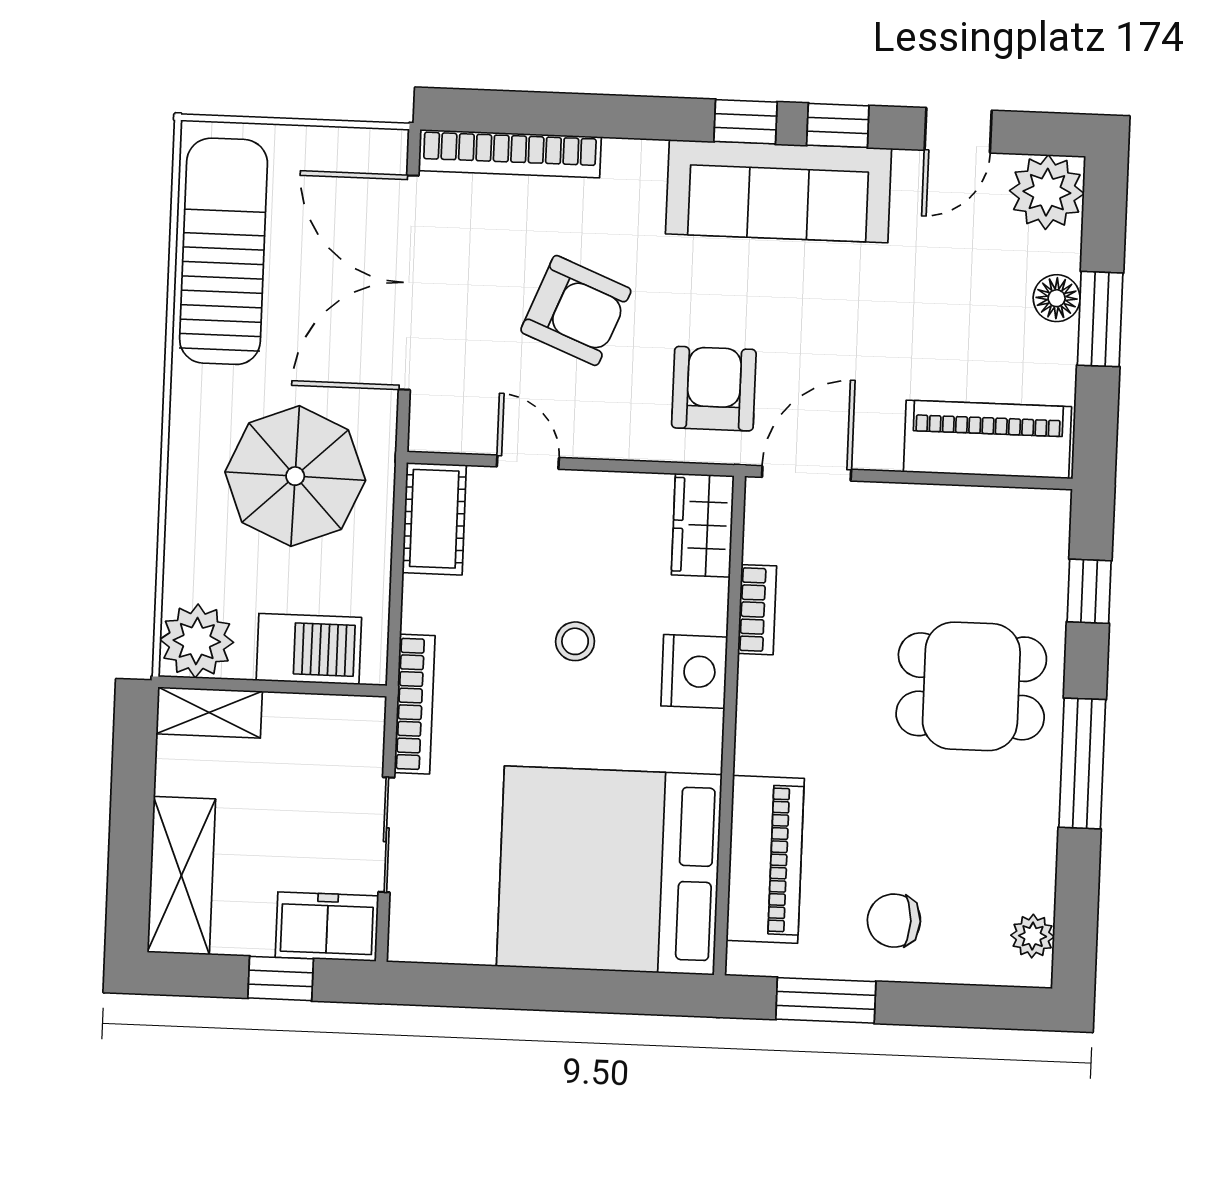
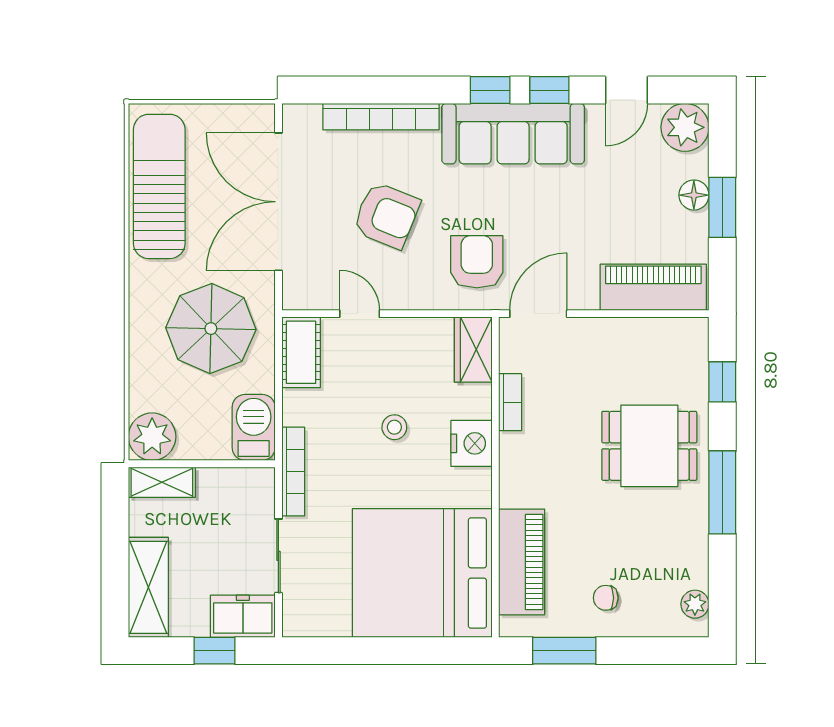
bookcase: (510, 154) -> (381, 117), moved
barbecue: (309, 649) -> (254, 427), moved, turned -90
chair: (894, 921) -> (606, 598), width x0.73, depth x0.73

